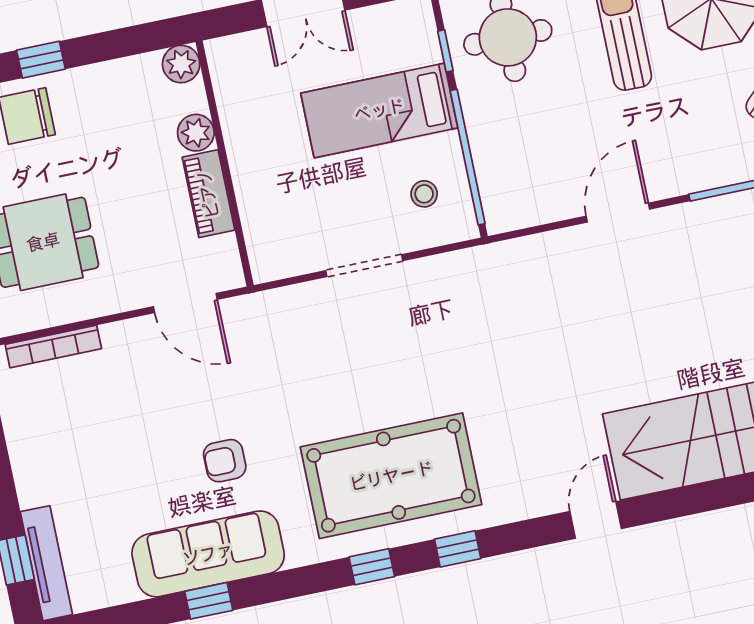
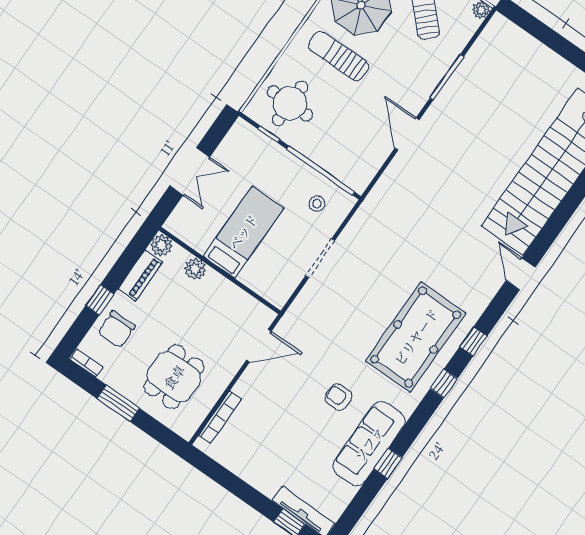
bed: (379, 110) -> (243, 232), moved, turned 180
piano: (208, 194) -> (140, 275), moved, turned -90
armchair: (225, 461) -> (339, 397), turned 90

